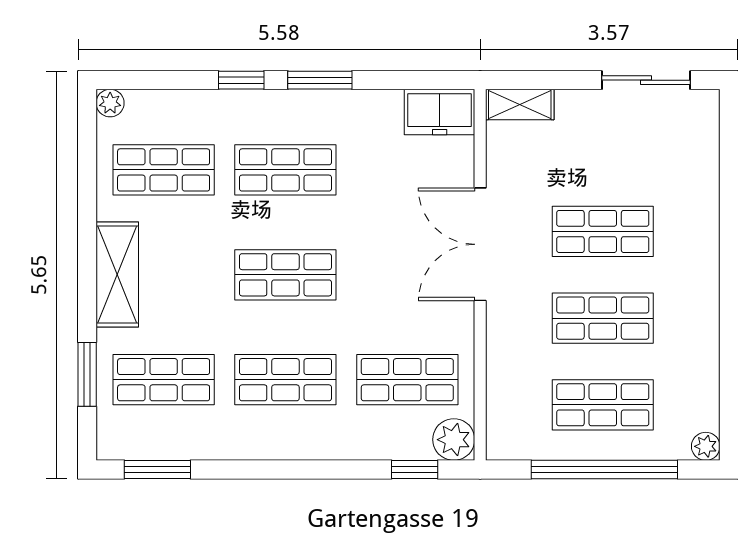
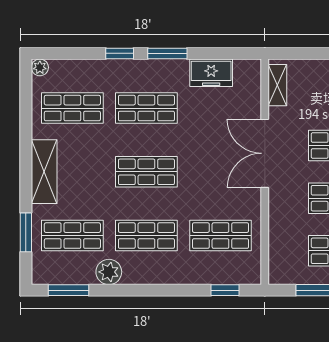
shelving: (520, 104) -> (277, 85), moved, turned 90
freezer: (440, 112) -> (211, 73), moved
plant: (454, 440) -> (109, 272), moved

